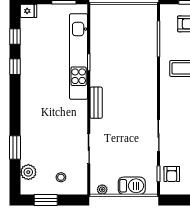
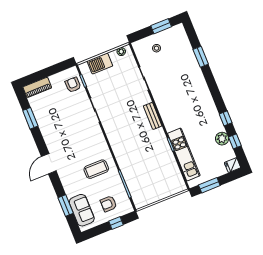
kitchen unit: (79, 56) -> (184, 154), width x0.73
plant: (28, 172) -> (222, 139), moved

